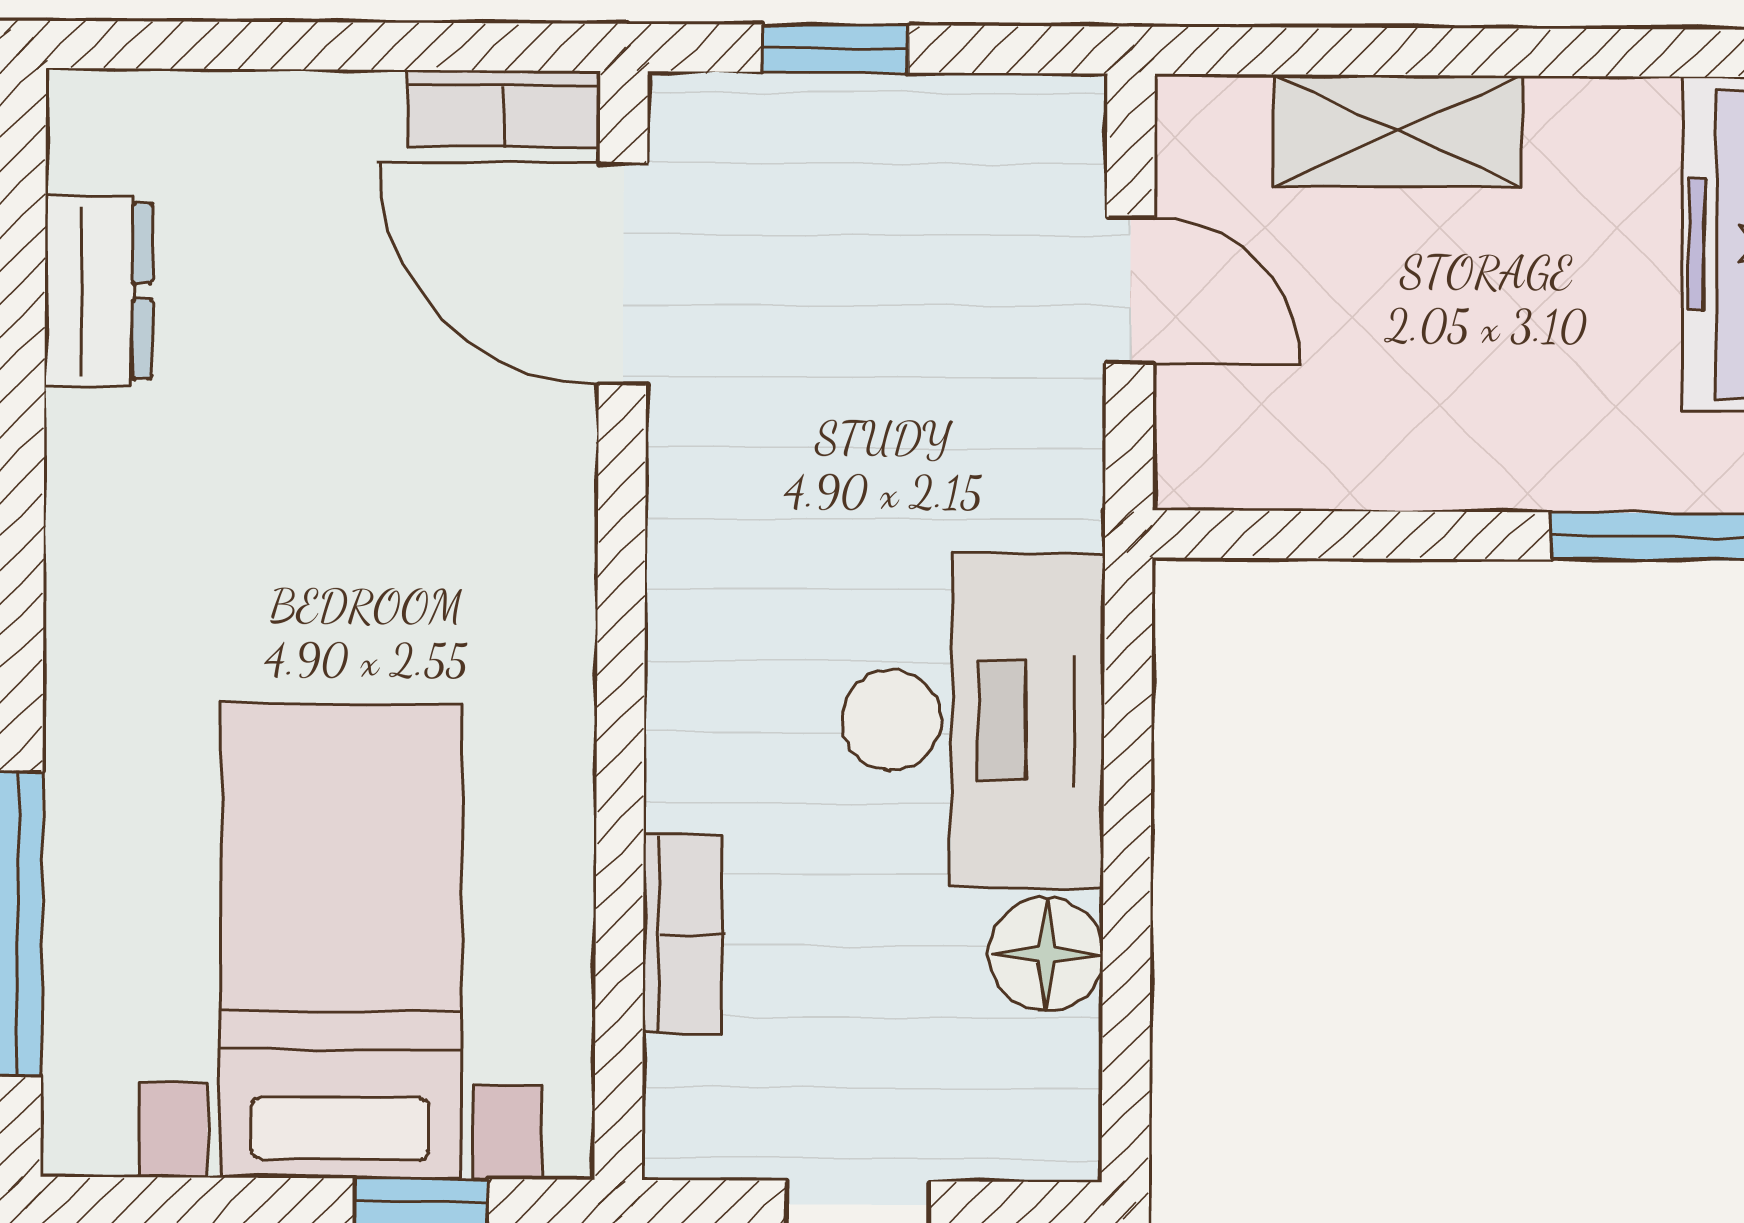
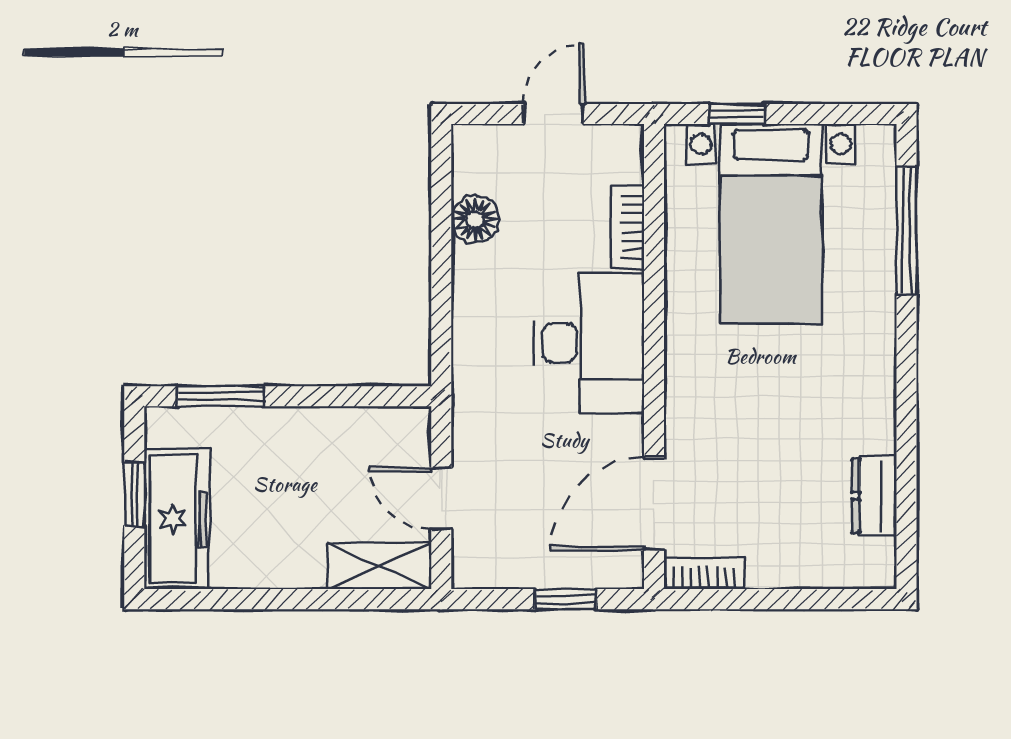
shelving: (1398, 131) -> (379, 566), moved
door: (623, 274) -> (654, 504), swing flipped
desk: (973, 720) -> (589, 343), moved, turned 180

